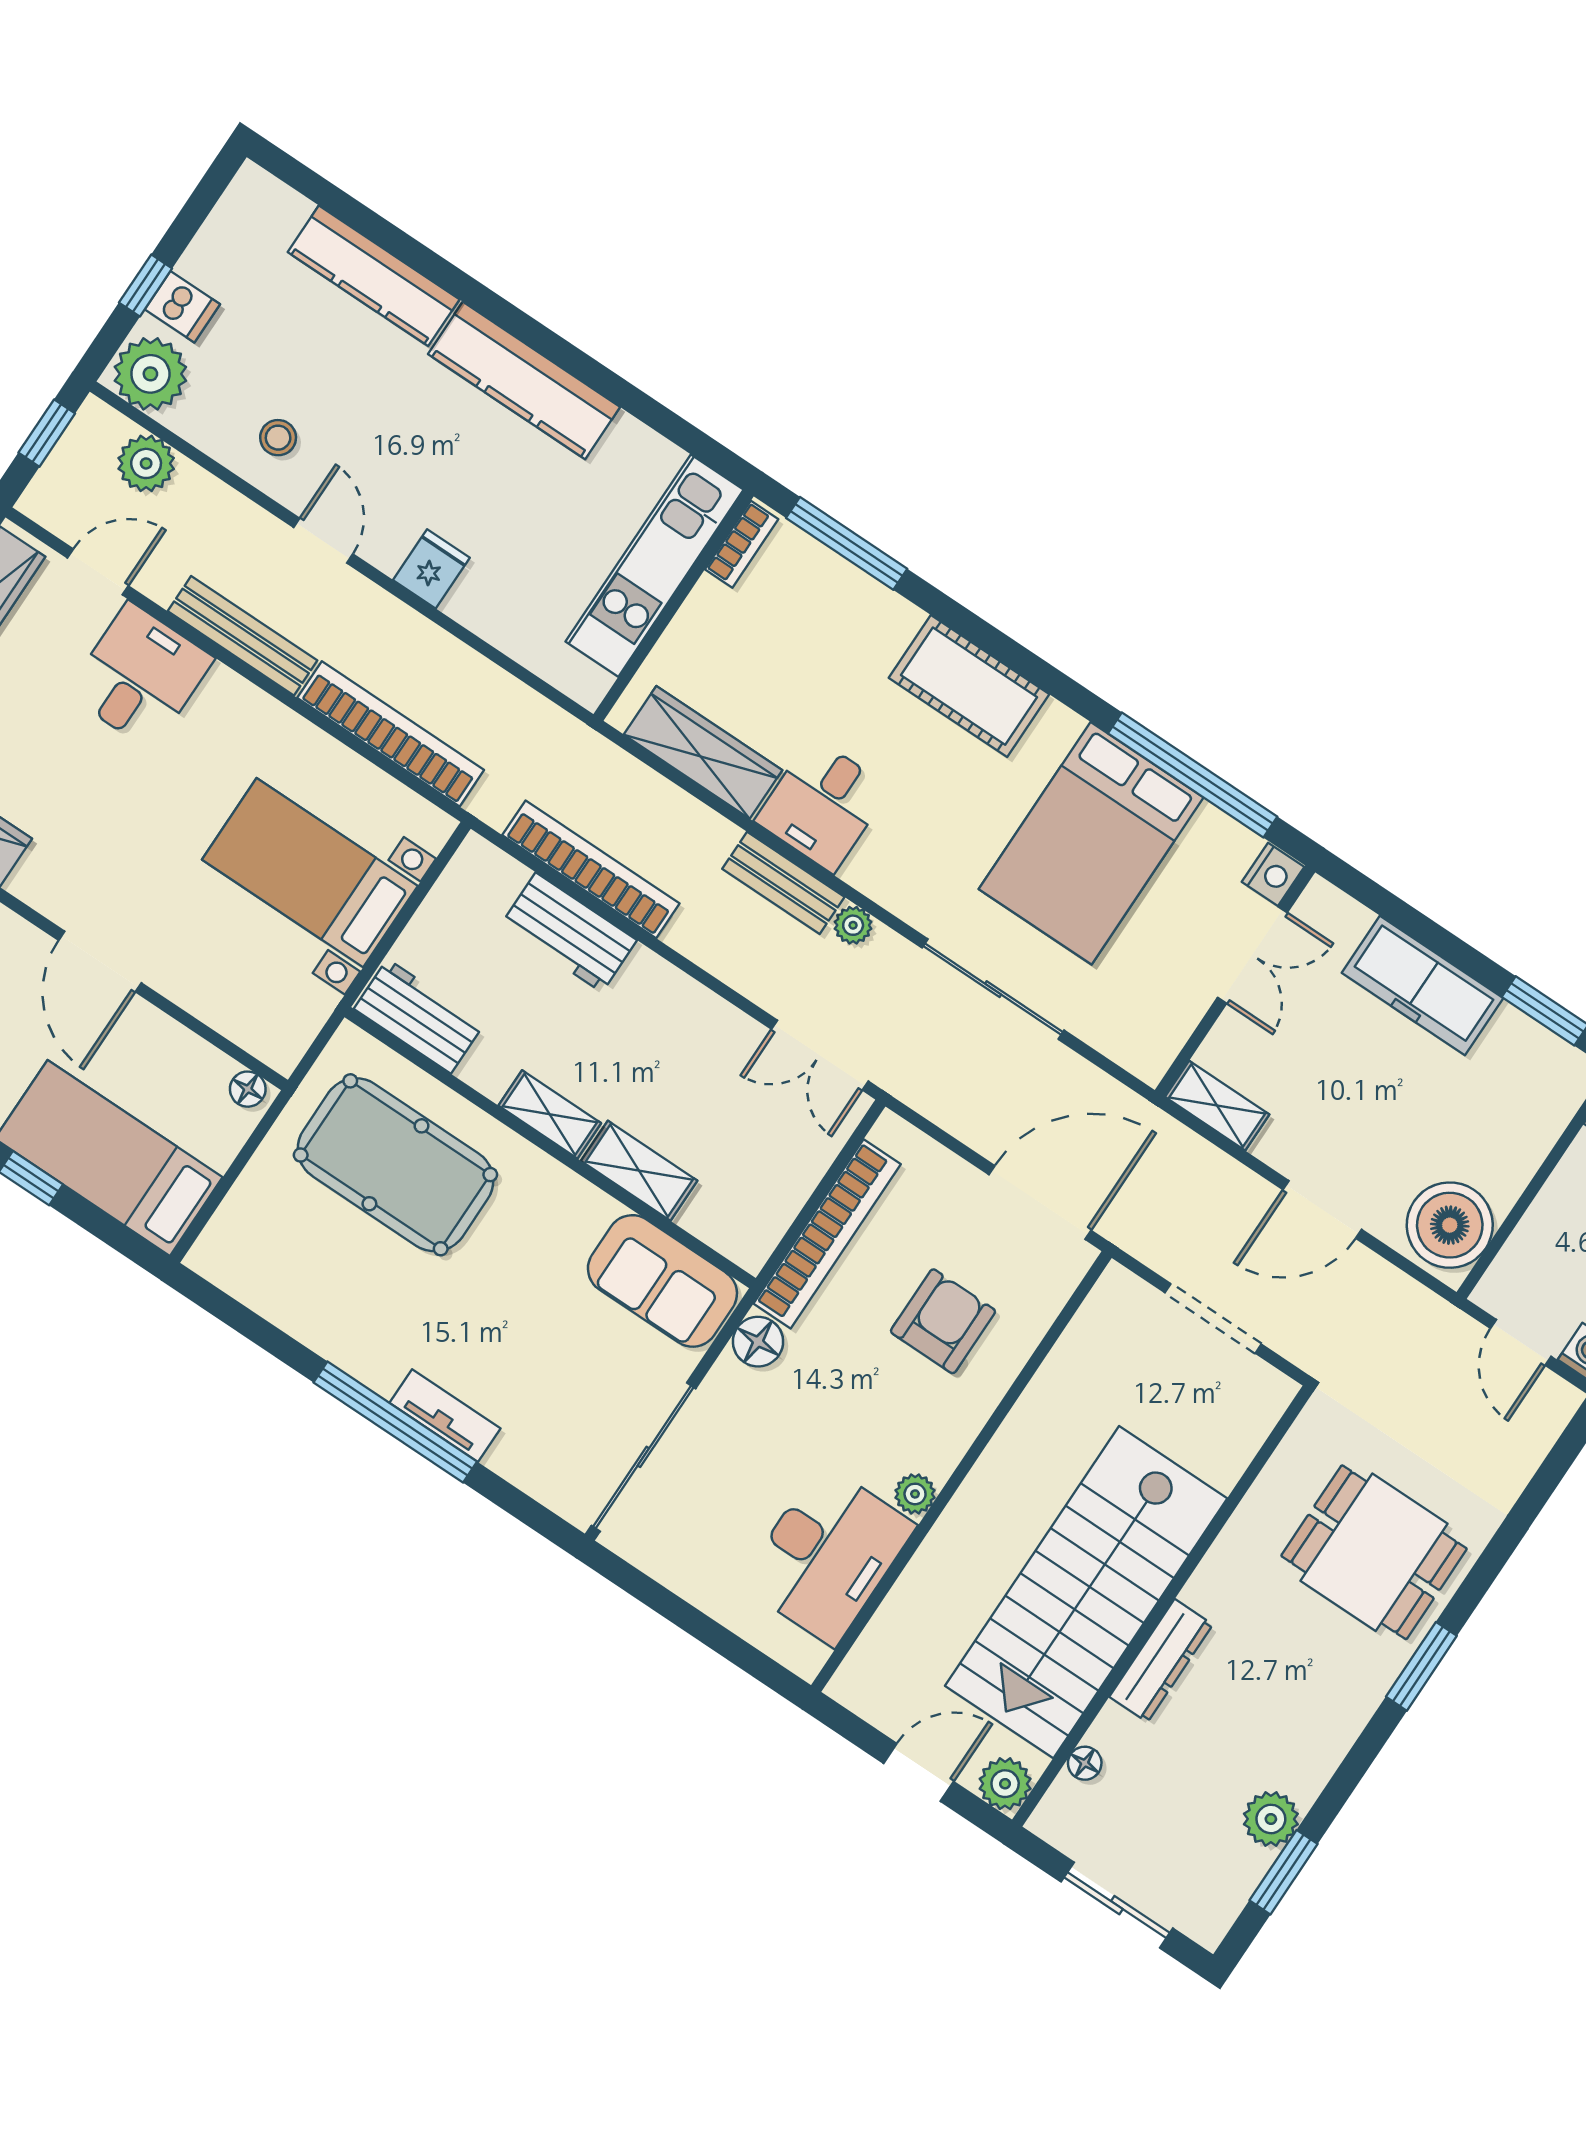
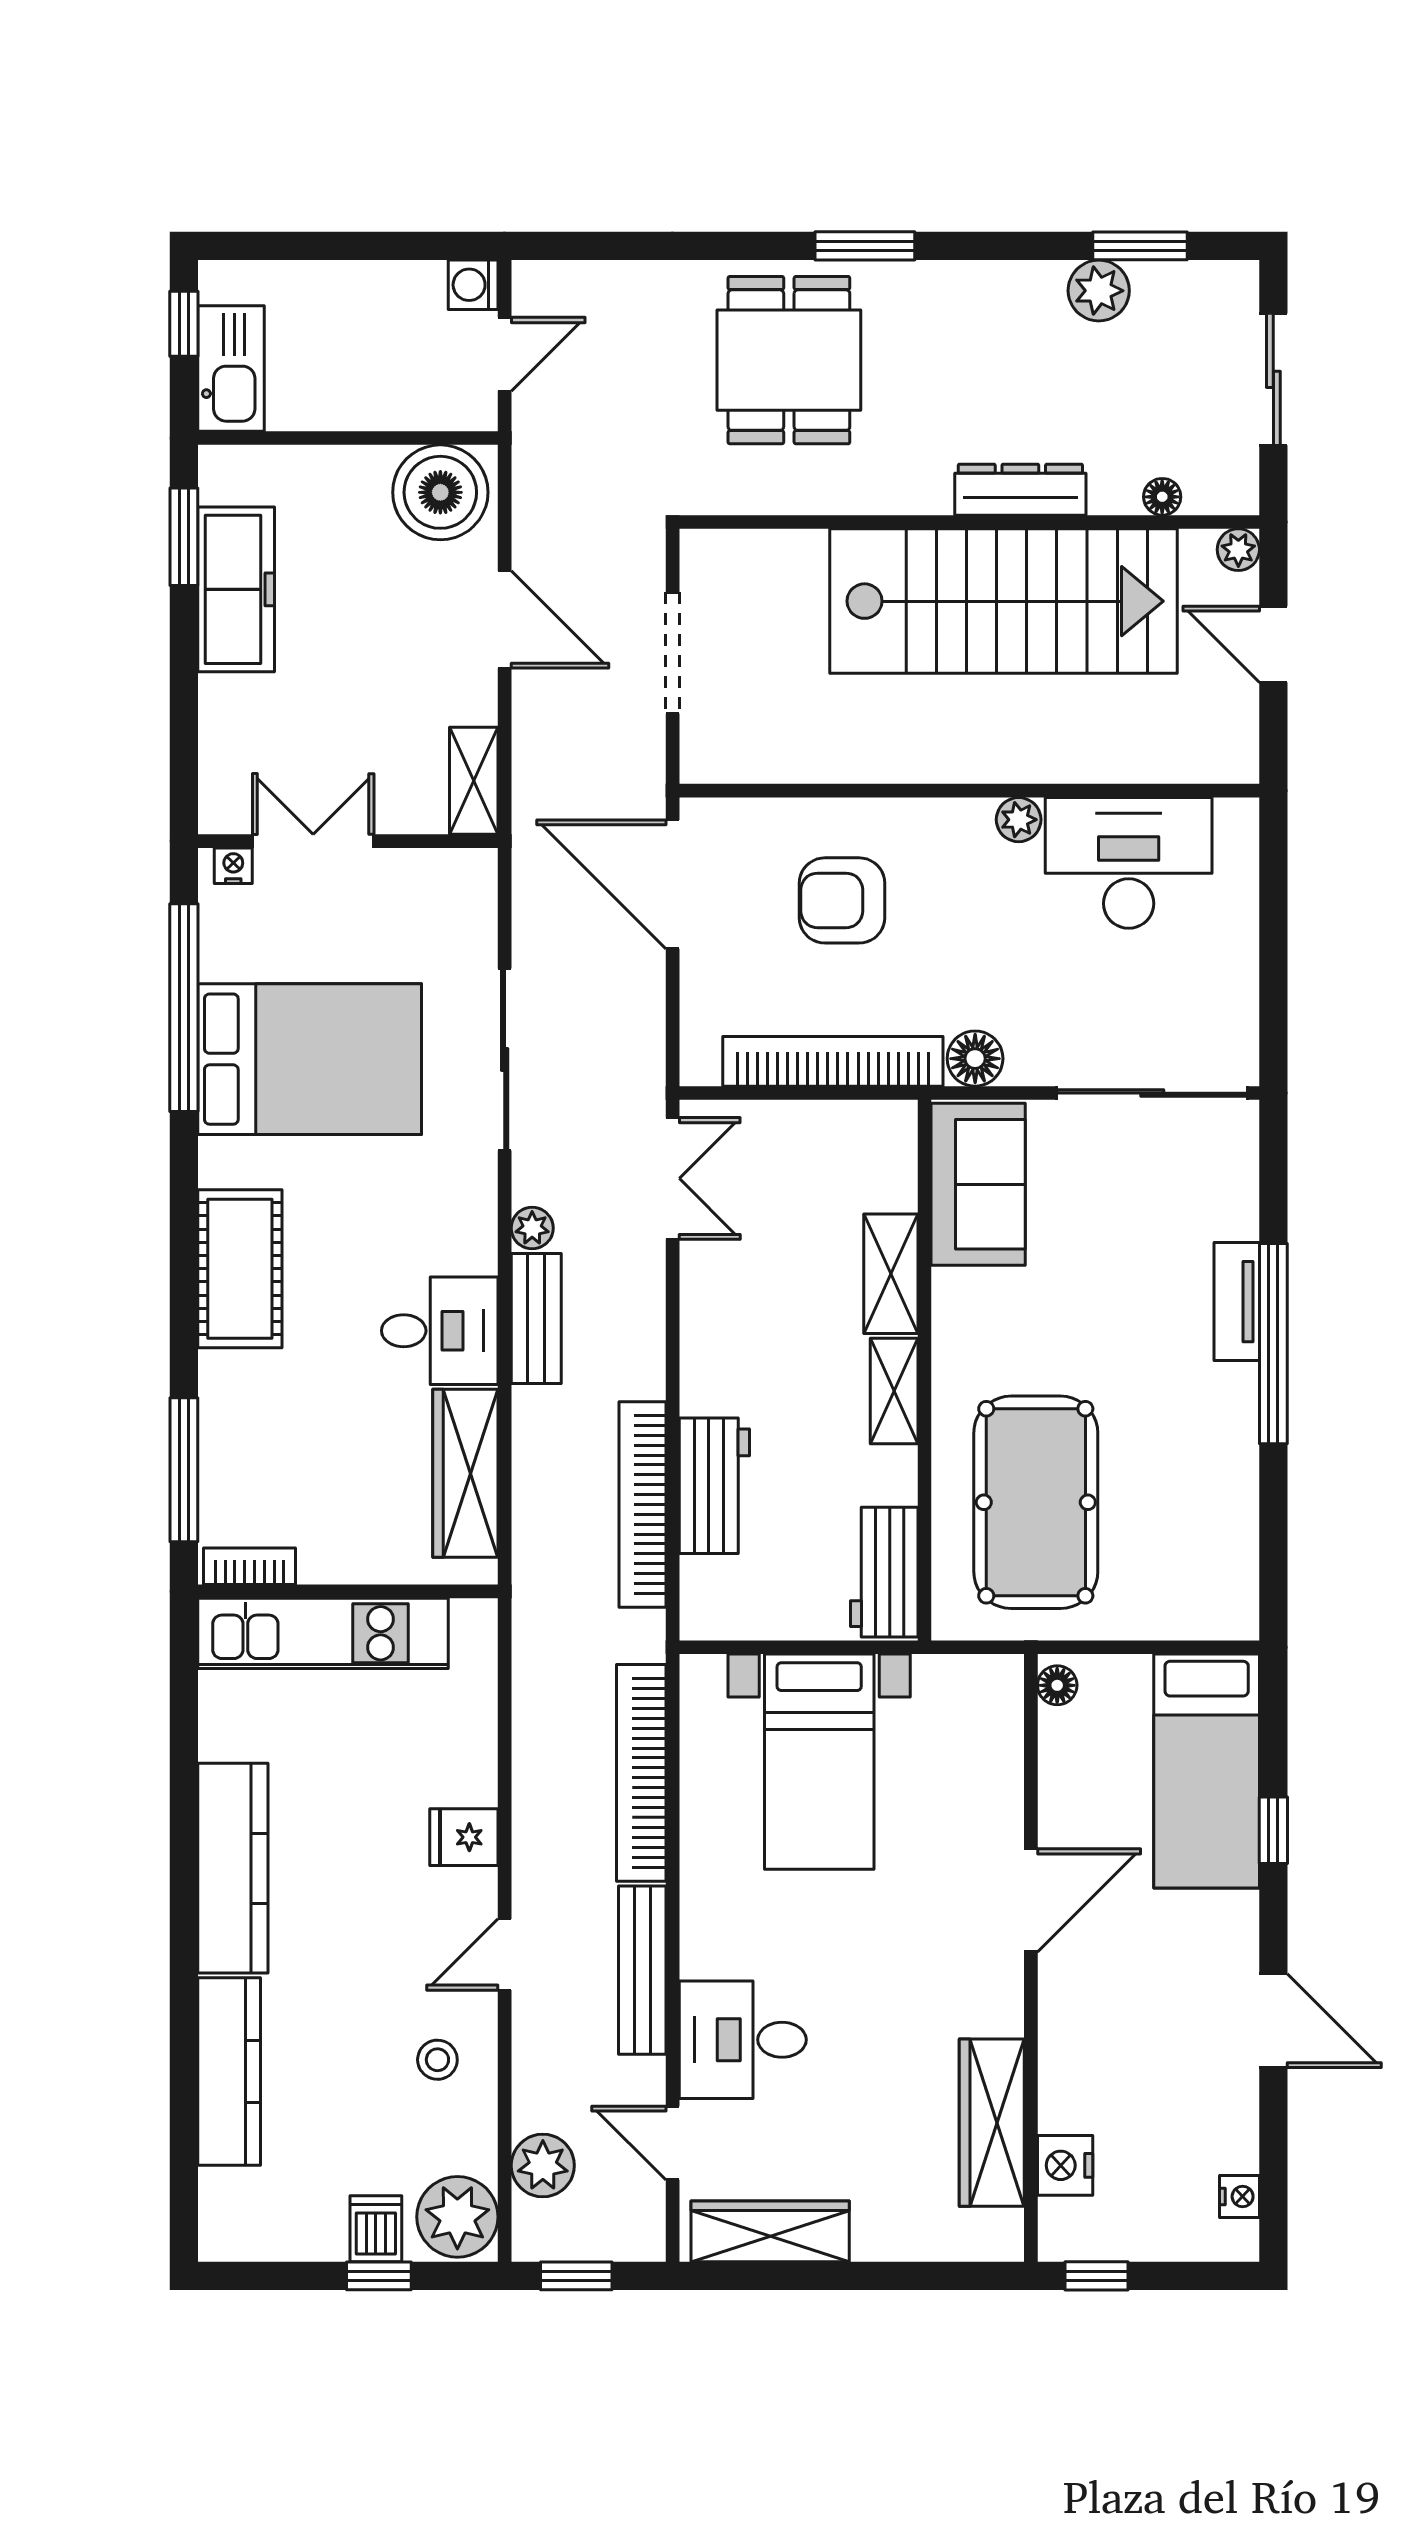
nightstand: (1273, 874) -> (233, 866), width x0.72, depth x0.74
freezer: (1422, 985) -> (236, 589), moved
plant: (1005, 1784) -> (1238, 550), width x0.73, depth x0.73

